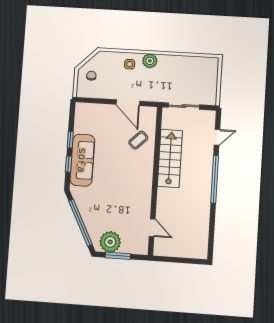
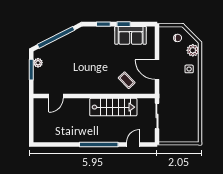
plant: (150, 61) -> (193, 50), moved
door: (128, 103) -> (157, 70), hinge flipped
door: (217, 137) -> (133, 144), swing flipped
sofa: (82, 160) -> (131, 35), moved, width x0.73
plant: (110, 242) -> (38, 63), width x0.53, depth x0.53

